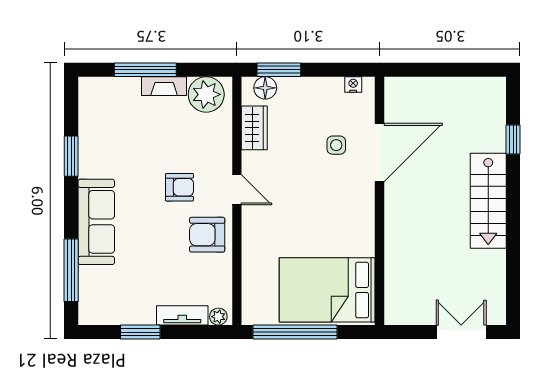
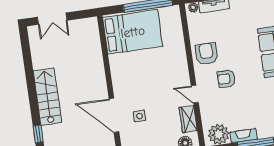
door: (380, 152) -> (114, 115), hinge flipped
door: (237, 190) -> (195, 94), moved
armchair: (207, 235) -> (206, 54), turned -90

